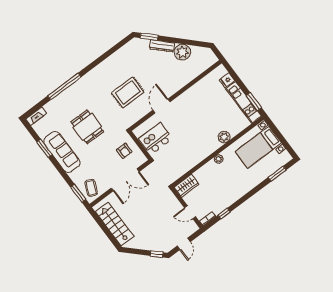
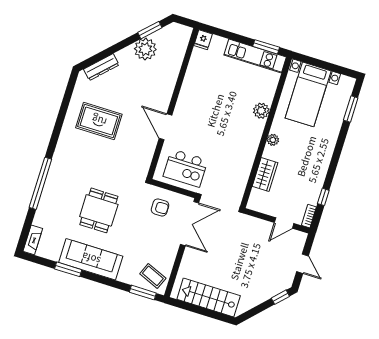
window: (149, 37) -> (150, 30), moved
dresser: (162, 46) -> (101, 67), moved
fridge: (227, 80) -> (203, 40), moved
rug: (128, 92) -> (99, 121), moved, turned 90
dining table: (87, 127) -> (99, 210), turned 90
kitchen island: (156, 139) -> (185, 168), turned -90
double door: (125, 180) -> (189, 224), moved
wardrobe: (186, 186) -> (265, 174), moved

